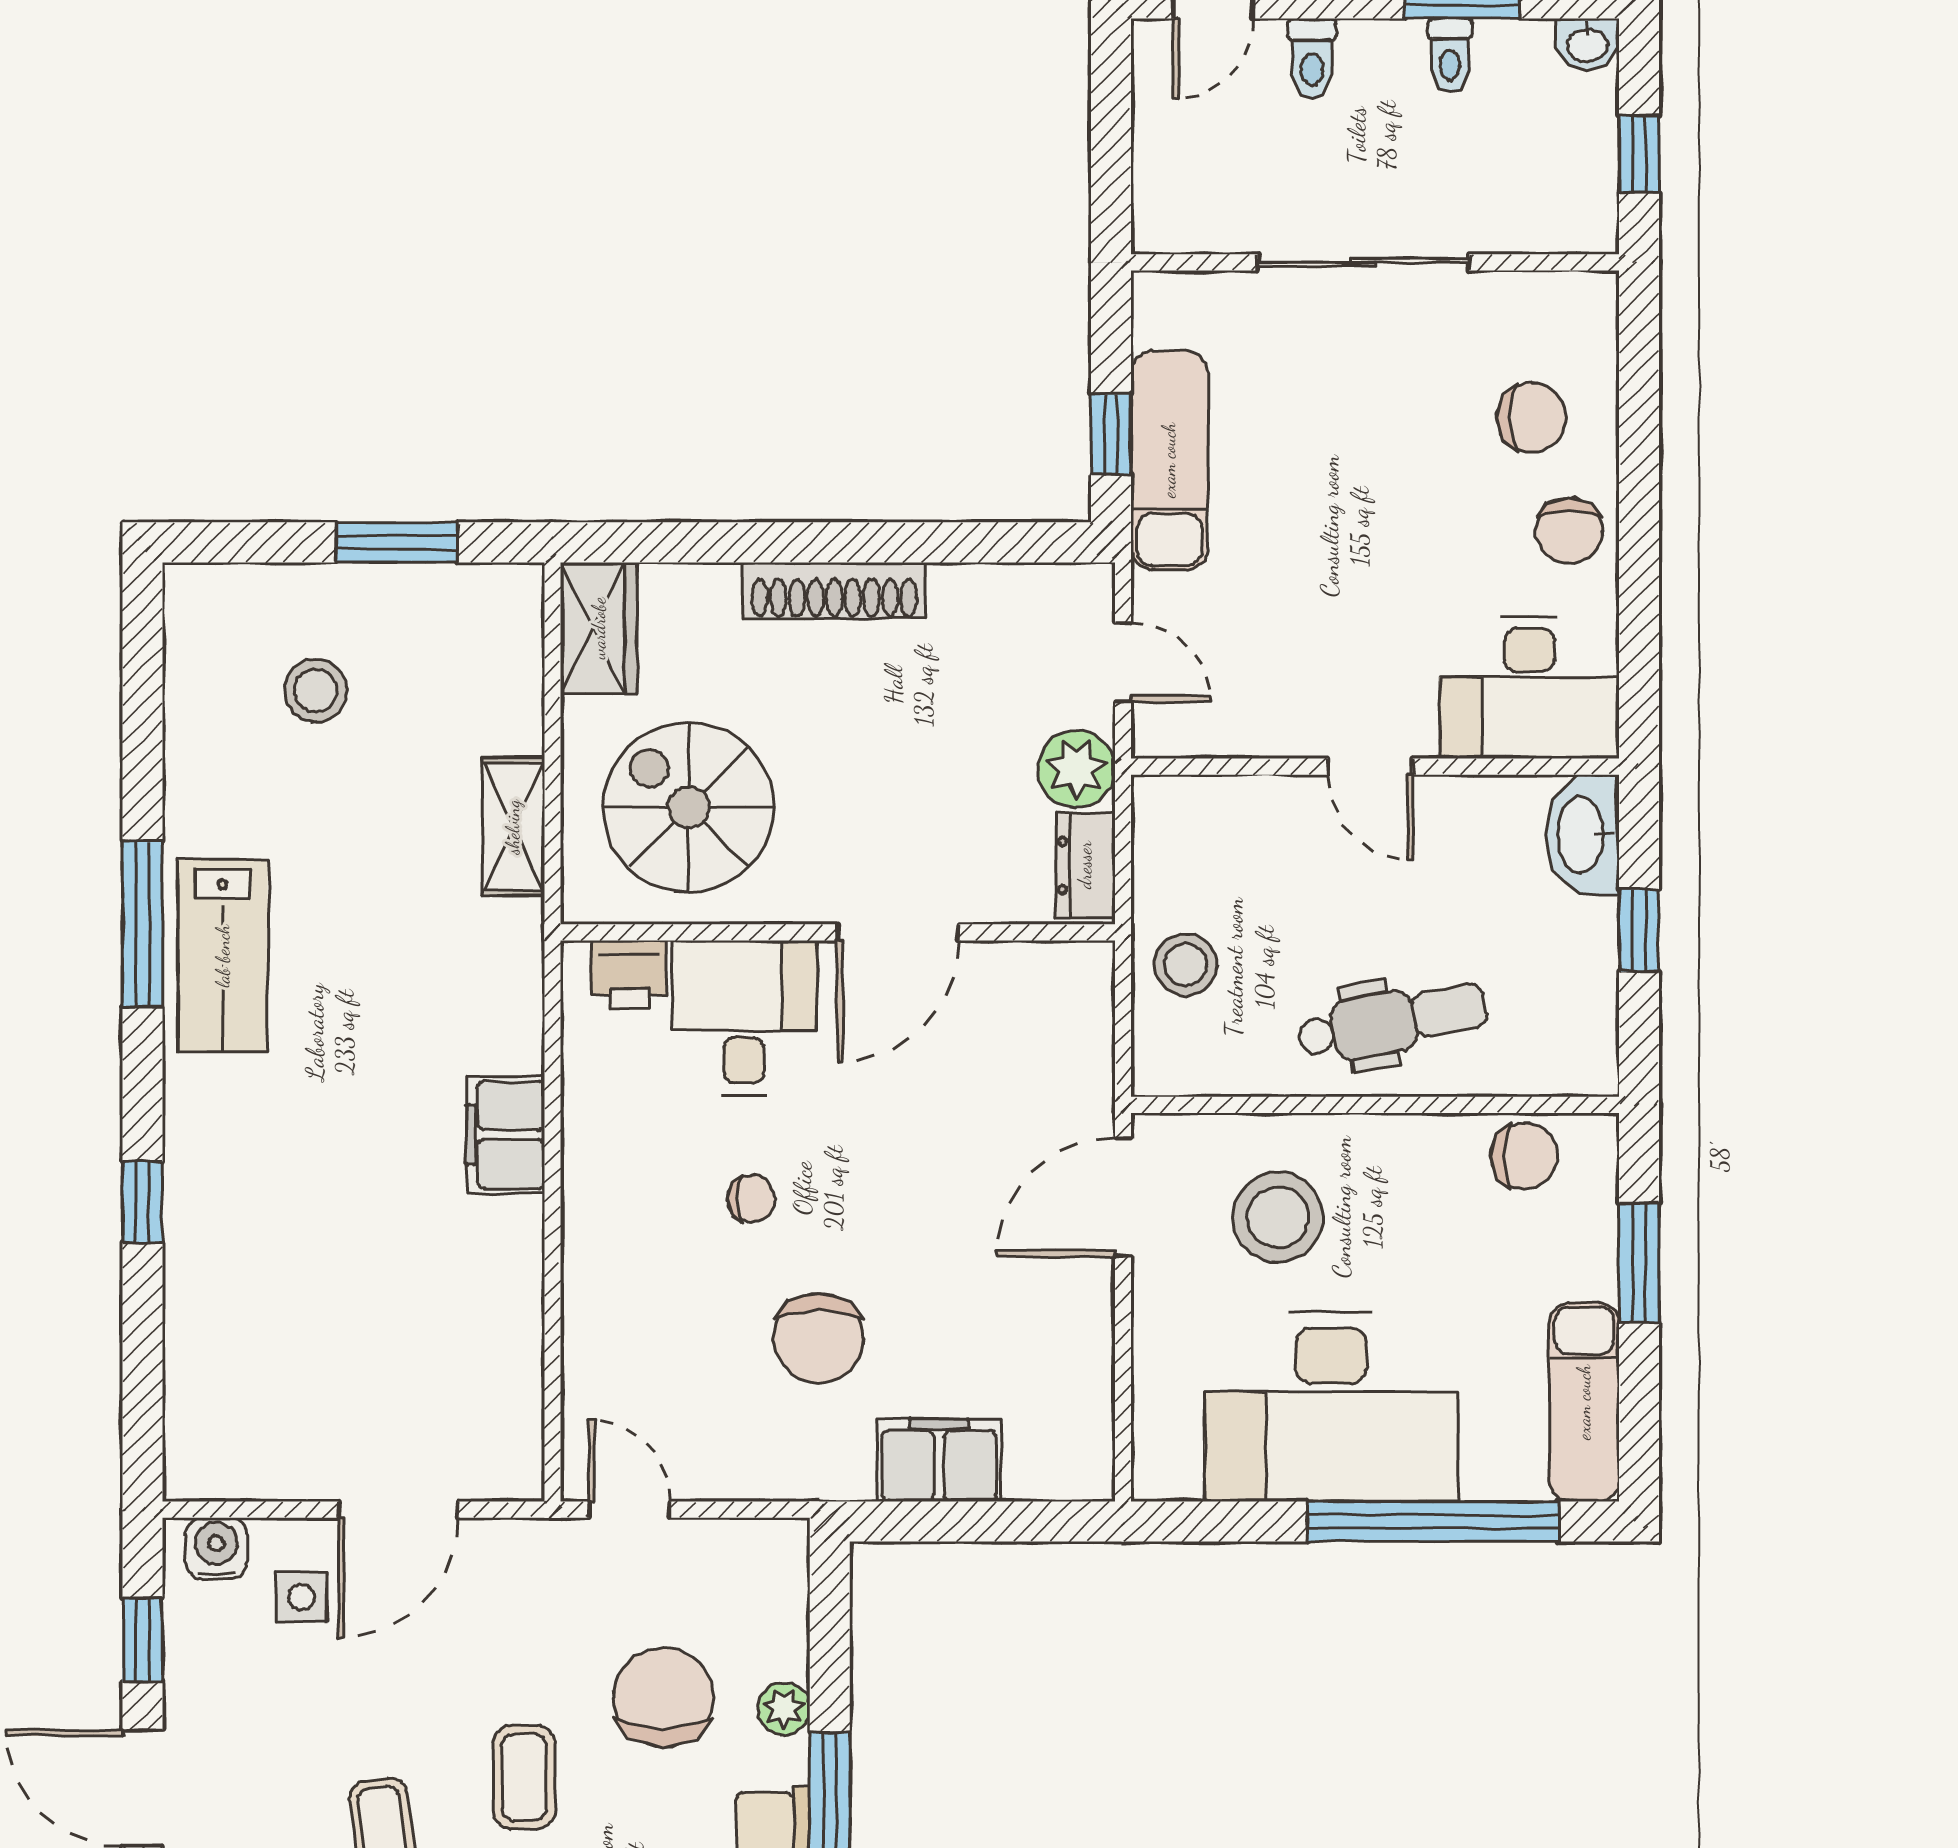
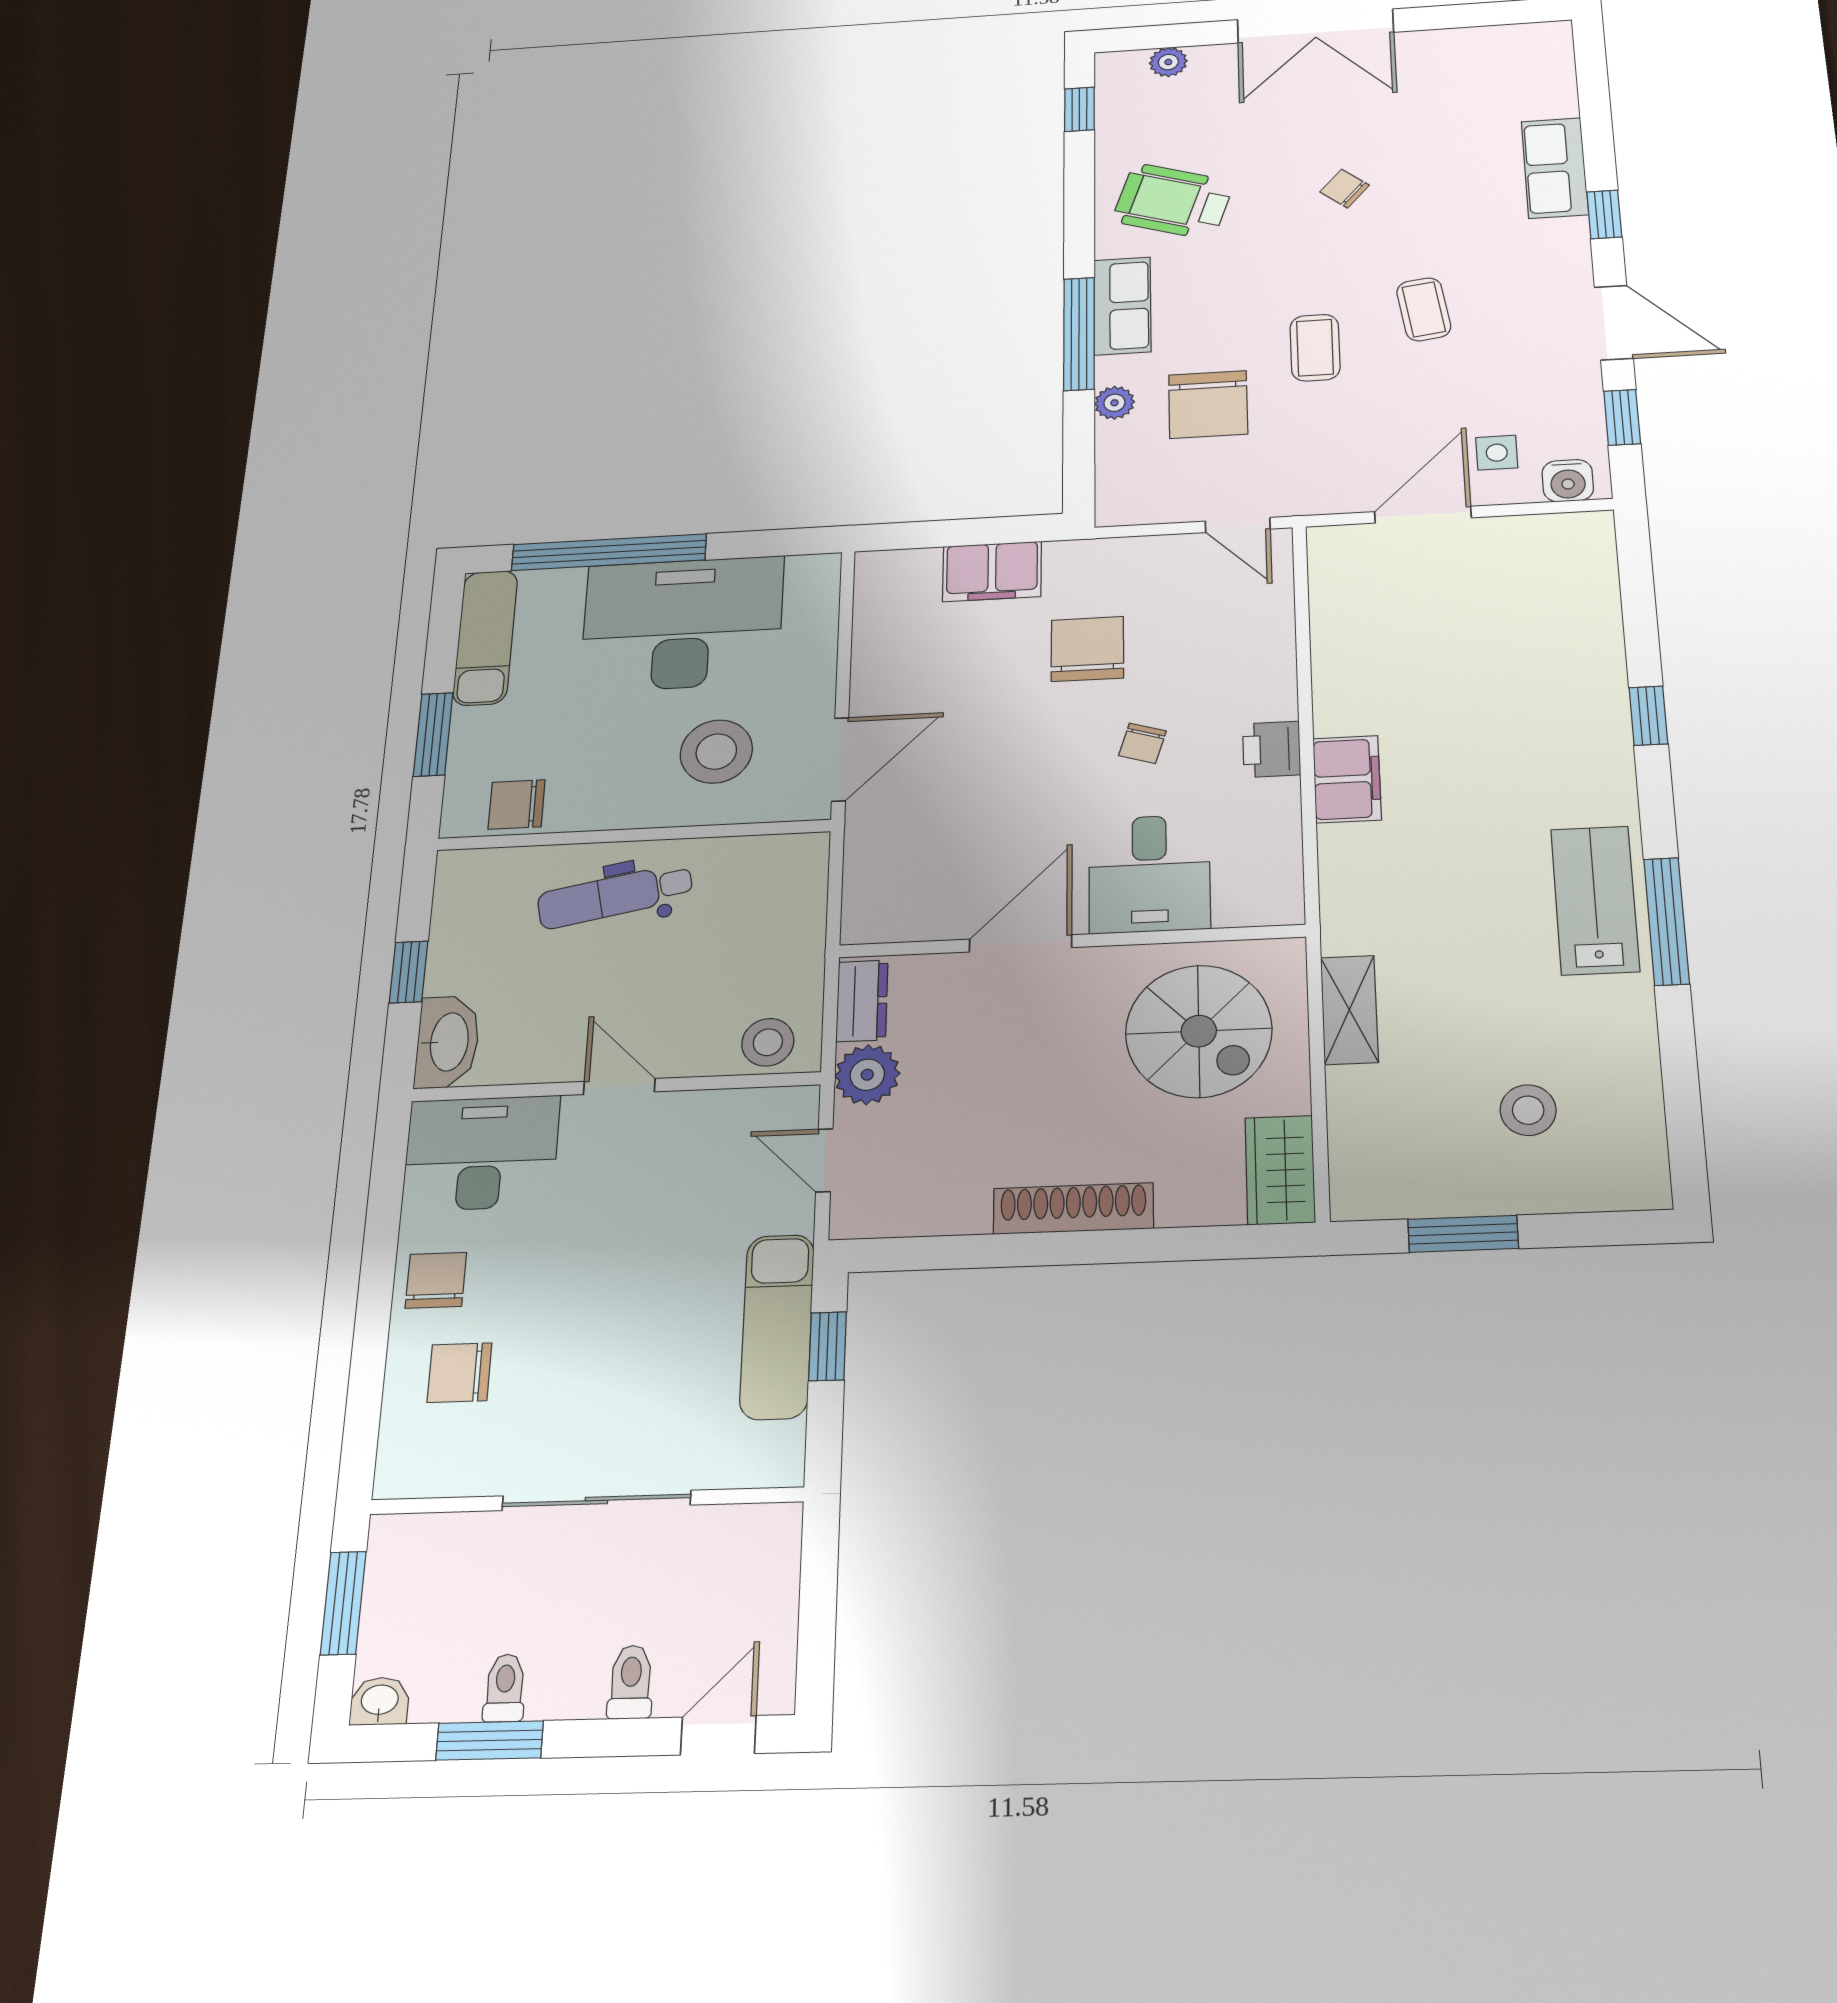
window: (1639, 154) -> (343, 1603), width x1.50
stool: (1185, 965) -> (768, 1042), moved
printer: (629, 975) -> (1272, 749), moved, turned -90
chair: (751, 1199) -> (1142, 743), turned -73

